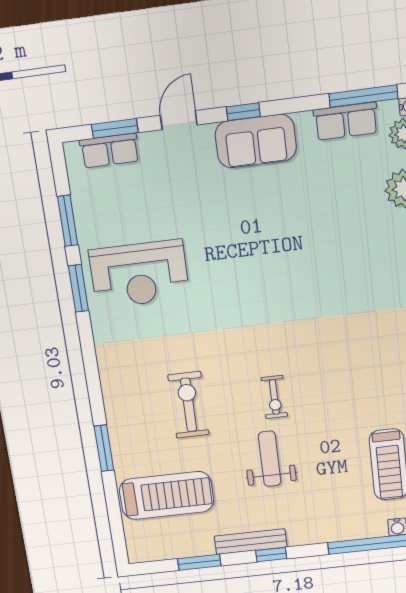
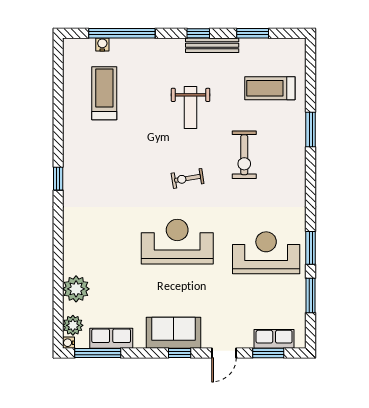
reception desk: (266, 274) -> (177, 242), added
exercise bike: (274, 397) -> (188, 178), moved, turned -99
treadmill: (167, 495) -> (270, 88), width x0.73, depth x0.73

